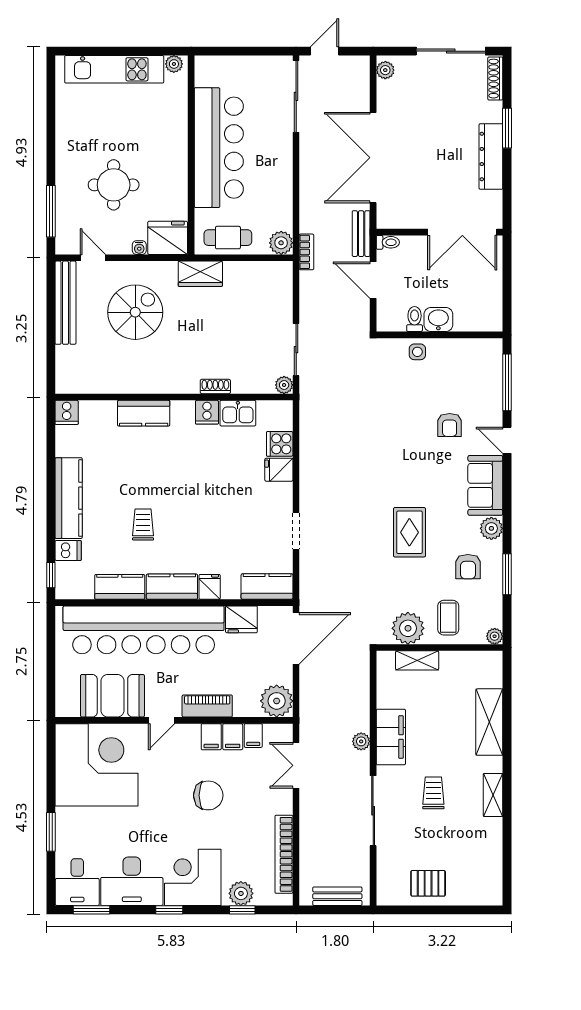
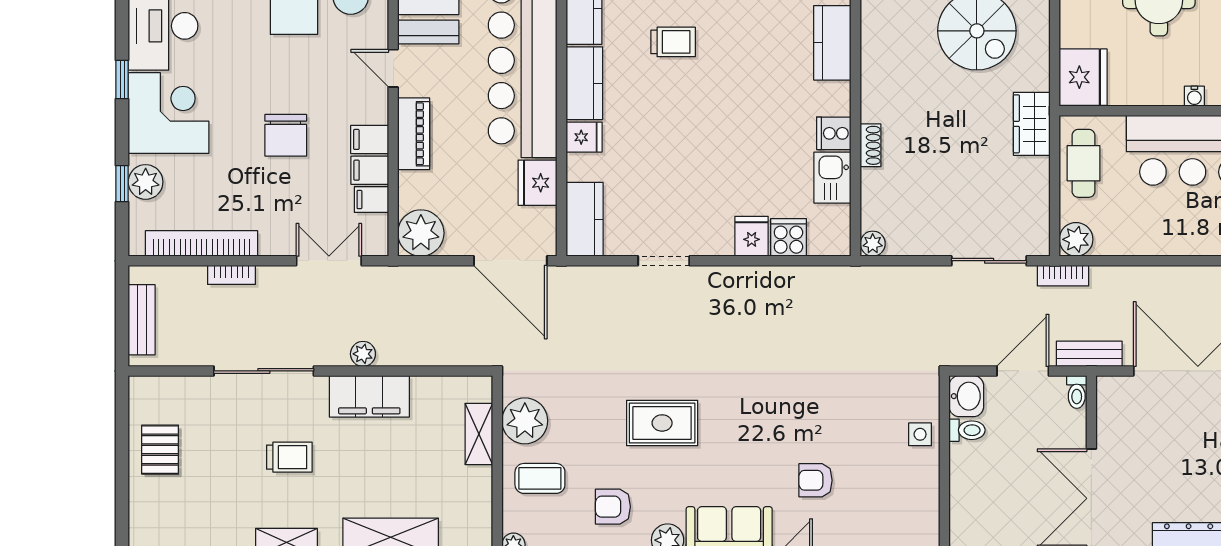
water cooler: (139, 248) -> (1194, 96), moved, turned -90
washbasin: (438, 319) -> (966, 396), moved
sliding door: (296, 350) -> (989, 261), moved
bookcase: (306, 833) -> (231, 275), added

